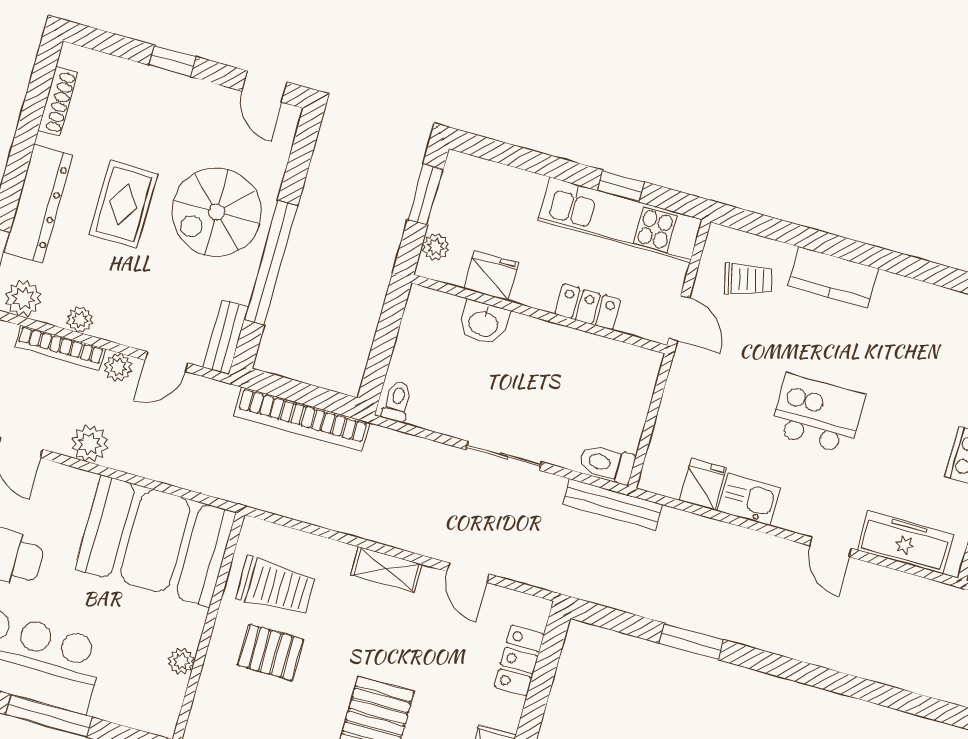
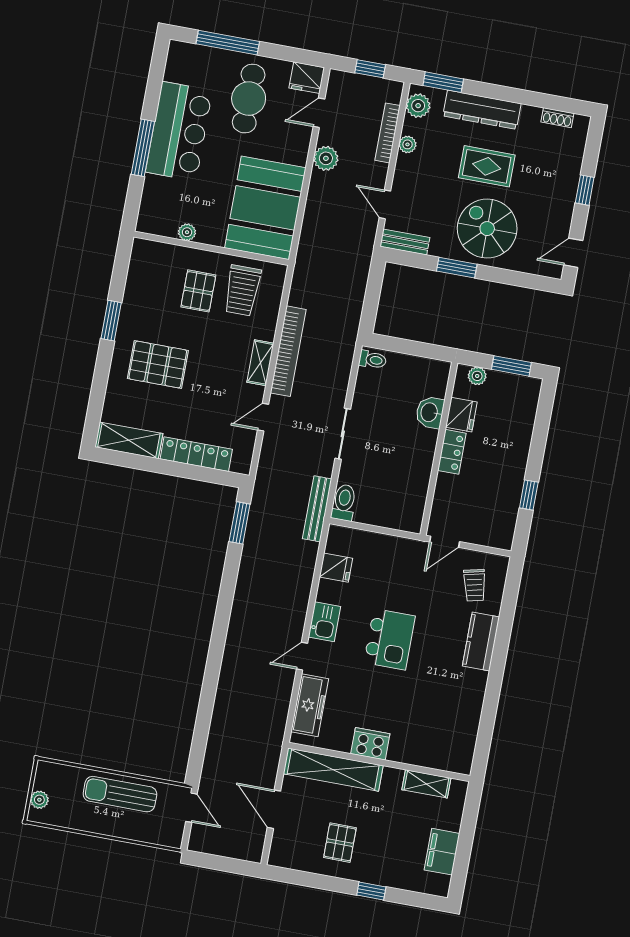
shoe rack: (58, 101) -> (557, 118), width x0.70
kitchen unit: (620, 220) -> (506, 497), removed
window: (271, 263) -> (457, 268), width x0.47
locker: (588, 307) -> (452, 452), moved
plant: (118, 367) -> (378, 173), removed
bookcase: (302, 419) -> (288, 351), moved, turned 180
kitchen sink: (749, 500) -> (324, 622), moved
window: (691, 641) -> (240, 523), moved
locker: (519, 660) -> (196, 454), width x1.53

